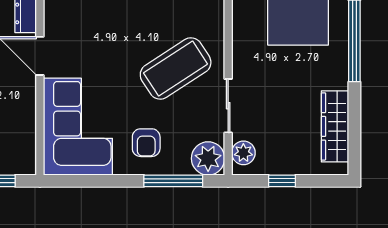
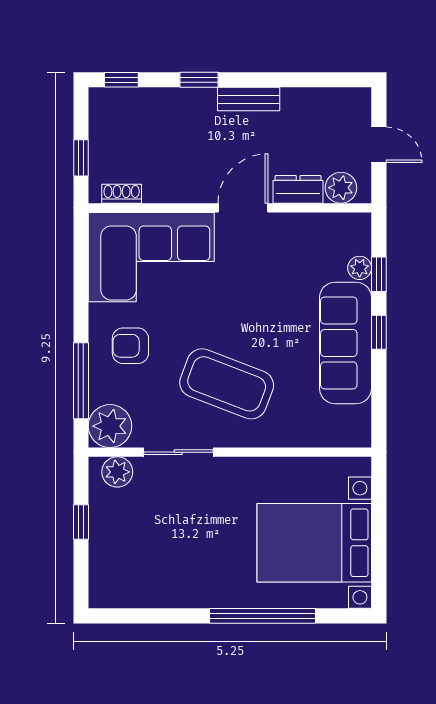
coffee table: (176, 69) -> (227, 384), turned -36
wardrobe: (335, 126) -> (152, 591), removed
shoe rack: (29, 149) -> (122, 194), added

